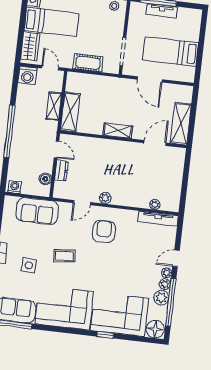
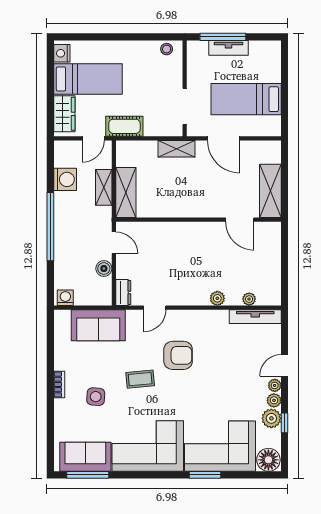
cot: (88, 63) -> (124, 126), moved
door: (50, 68) -> (93, 138), swing flipped
washing machine: (27, 75) -> (65, 179), moved, turned -90
shelving: (118, 131) -> (177, 149), moved
door: (155, 143) -> (240, 220), swing flipped
dresser: (61, 171) -> (123, 293), moved
boiler: (45, 179) -> (104, 269), moved
plant: (105, 198) -> (217, 298), moved
armchair: (104, 232) -> (178, 355), moved, turned 90
window: (171, 302) -> (285, 423), width x0.32
window: (105, 335) -> (205, 475), width x1.50

